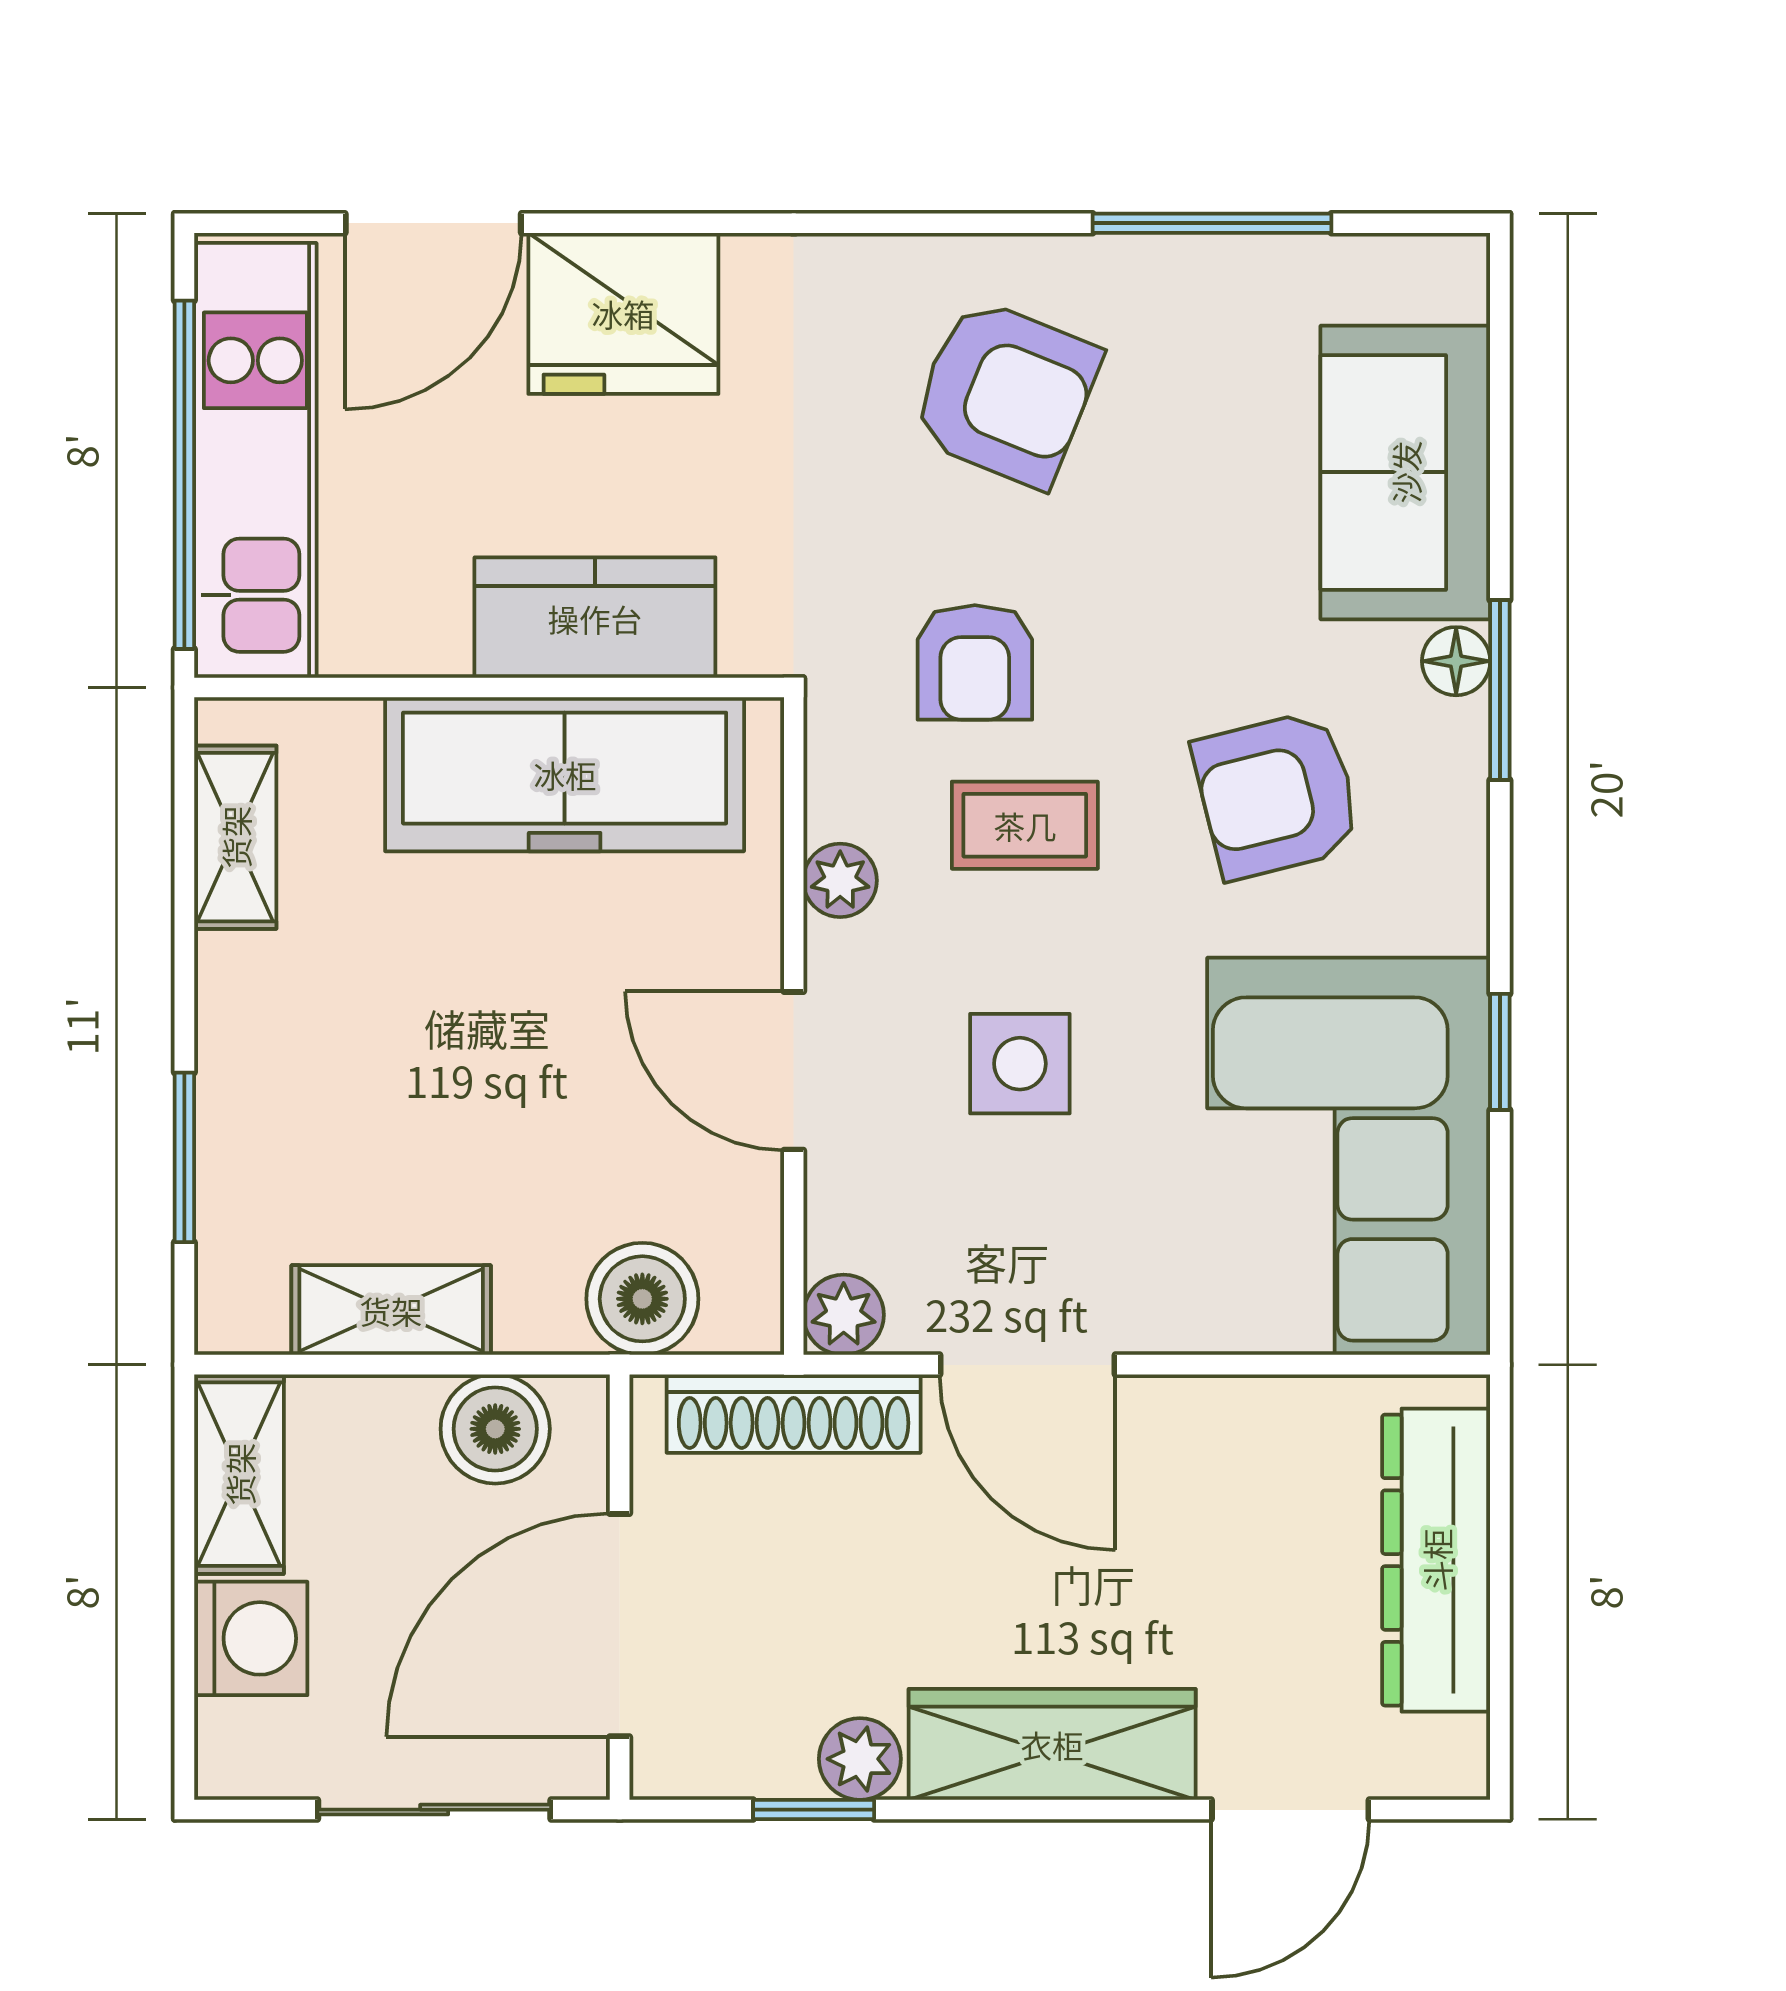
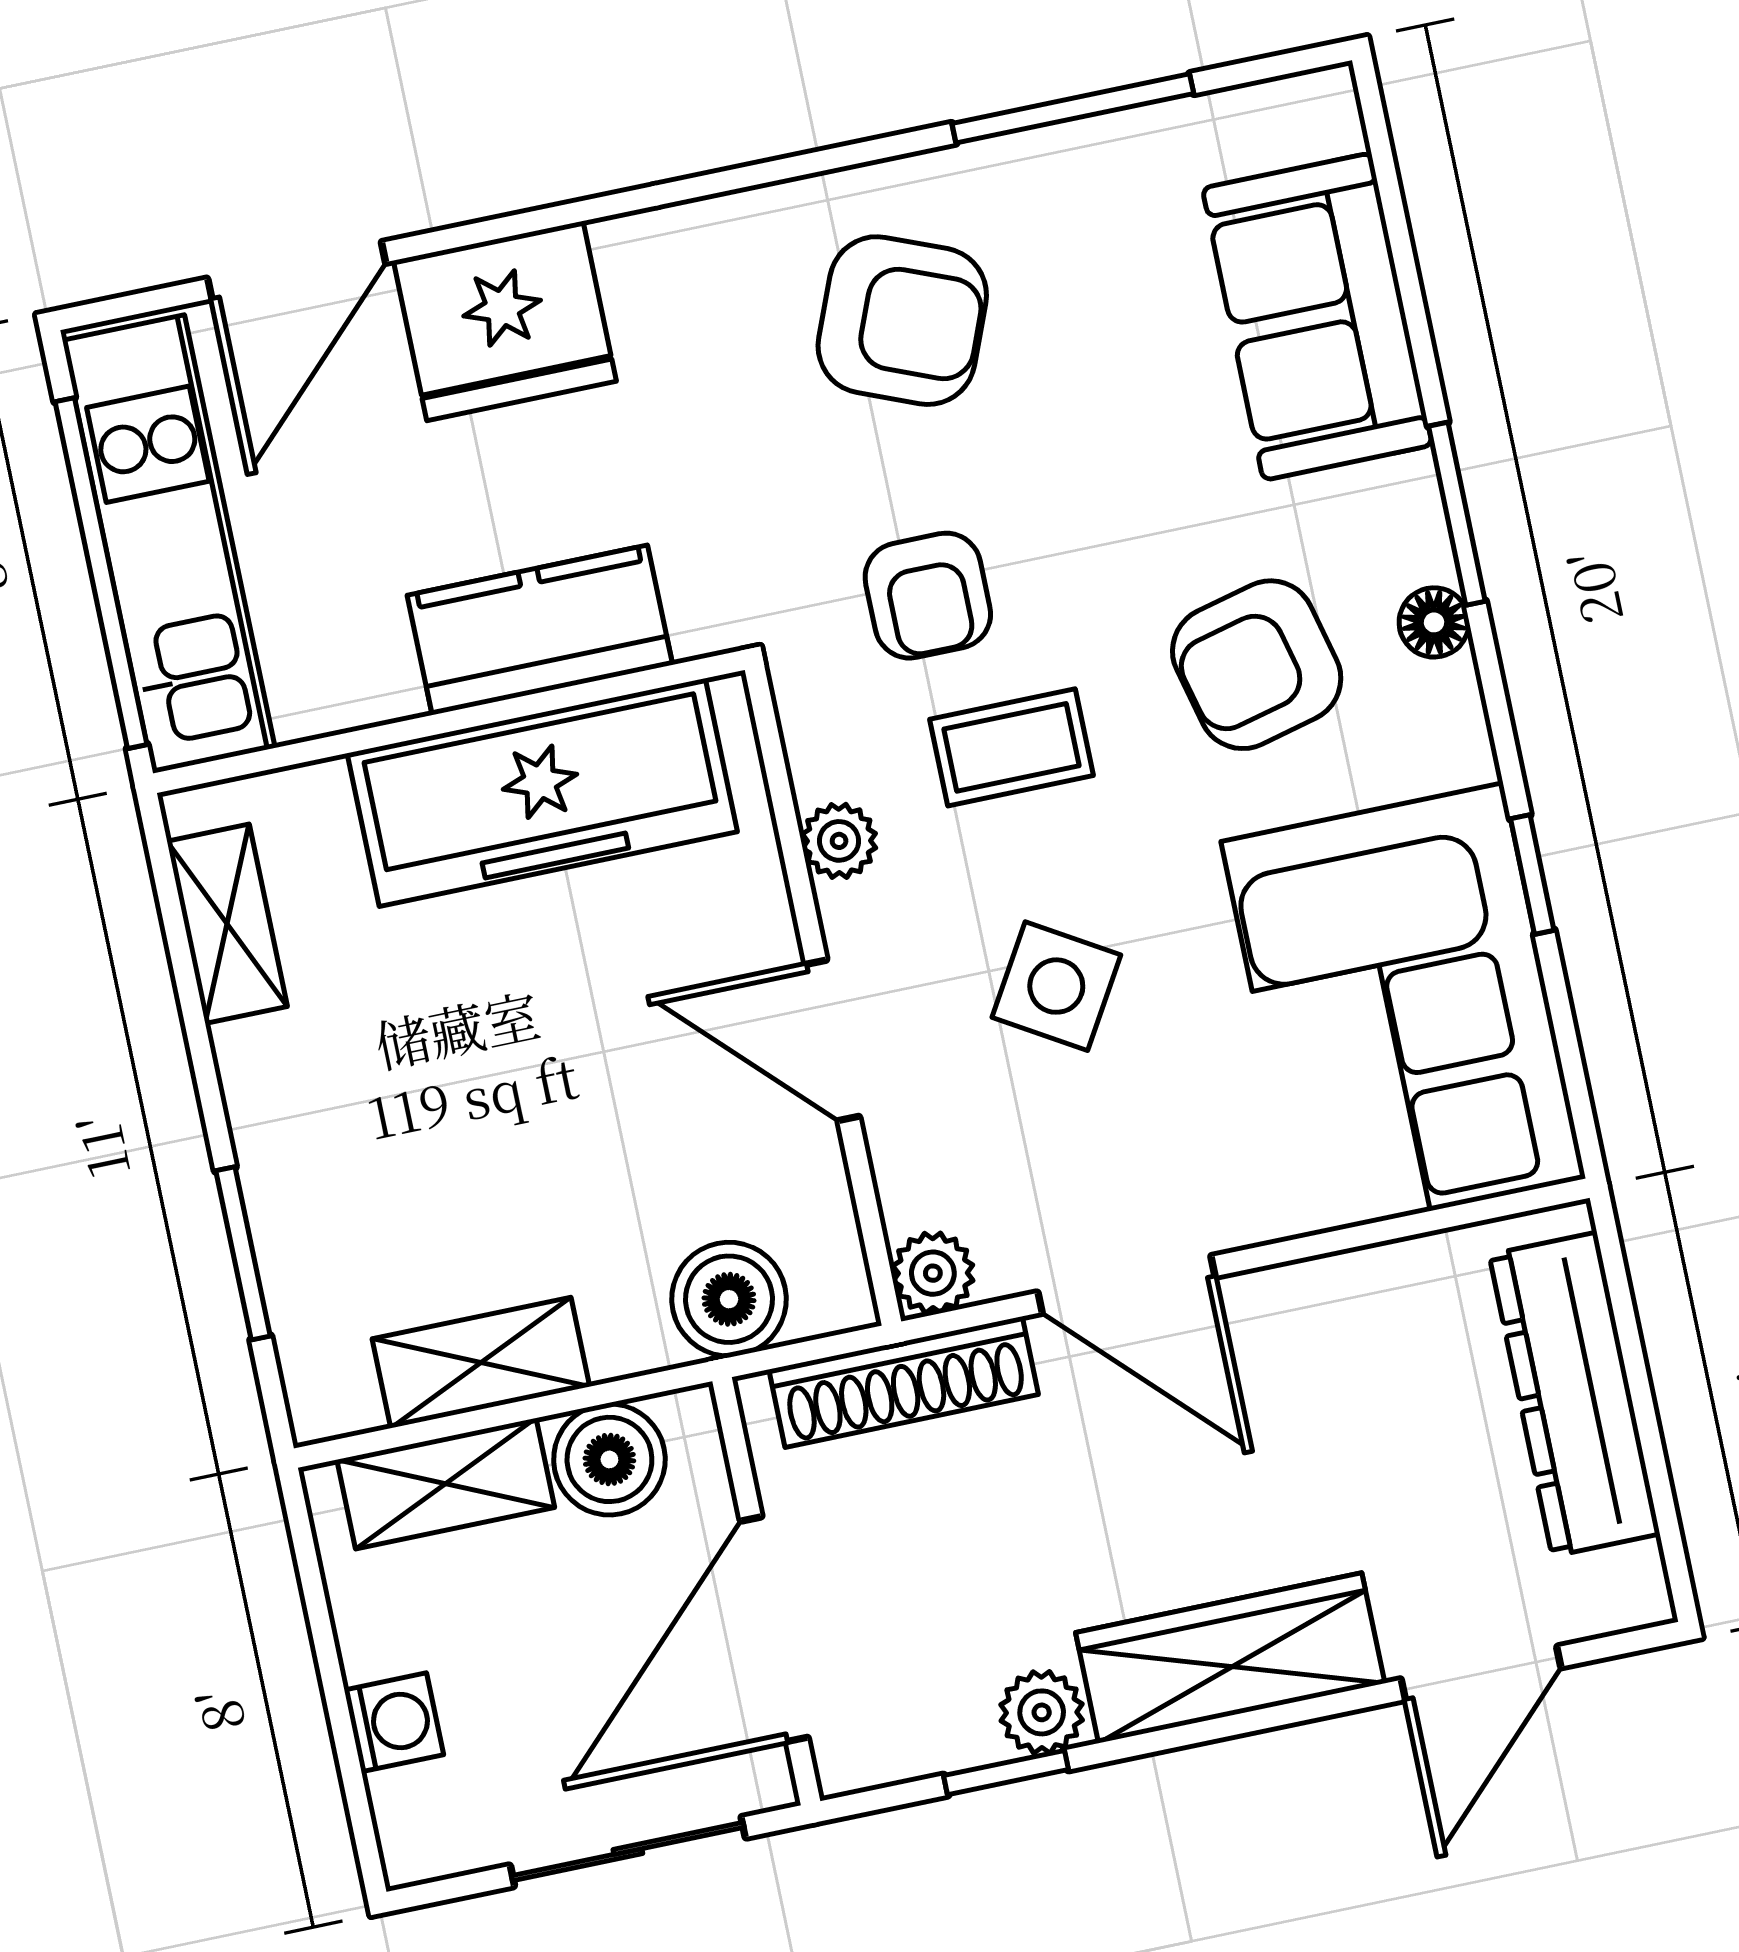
floor lamp: (1456, 661) -> (1434, 622), moved
side table: (1020, 1064) -> (1056, 986), turned 31
shelving: (239, 1474) -> (446, 1484), moved, turned 90
washing machine: (251, 1638) -> (394, 1722), width x0.73, depth x0.73

